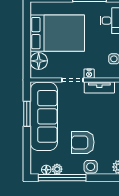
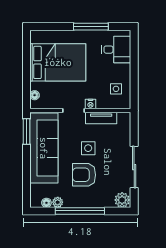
floor lamp: (39, 61) -> (35, 95), width x0.53, depth x0.53
window: (27, 114) -> (26, 132), moved
side table: (91, 167) -> (88, 148), moved
window: (62, 178) -> (80, 211), moved

